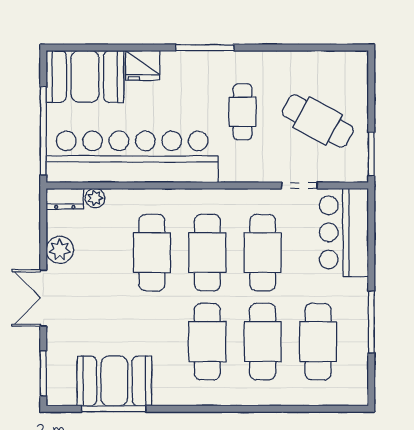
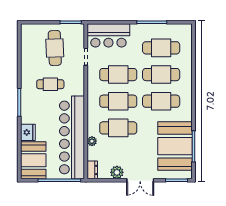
cafe table: (318, 121) -> (55, 48), turned -31
plant: (95, 198) -> (92, 141), moved
booth: (114, 381) -> (175, 146), width x1.36, depth x1.42

